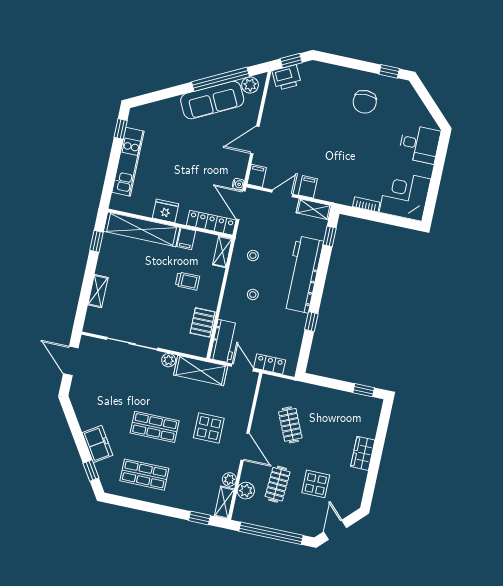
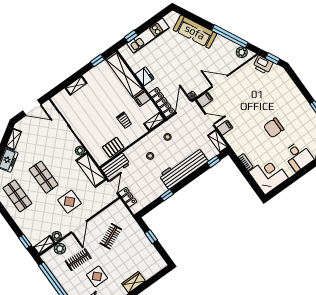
sofa: (212, 100) -> (195, 32), moved
chair: (365, 102) -> (274, 128), moved
window: (121, 129) -> (131, 36), moved
door: (71, 361) -> (32, 108), swing flipped
window: (364, 390) -> (151, 237), moved
shelving: (83, 415) -> (14, 139), added

